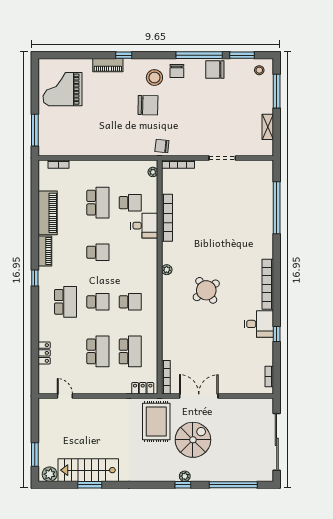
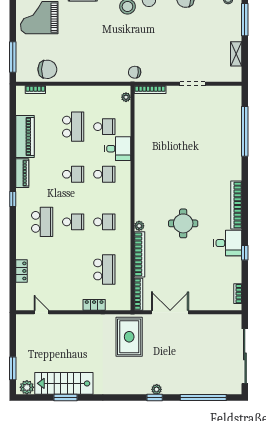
chair: (148, 105) -> (47, 69), moved
bookcase: (167, 218) -> (139, 254), moved
plant: (167, 270) -> (139, 226), moved
round table: (206, 290) -> (183, 223), moved, turned 36
school desk: (98, 351) -> (104, 174), moved, width x0.54
locker: (143, 388) -> (94, 305), moved
spiral stairs: (193, 440) -> (164, 354), removed

